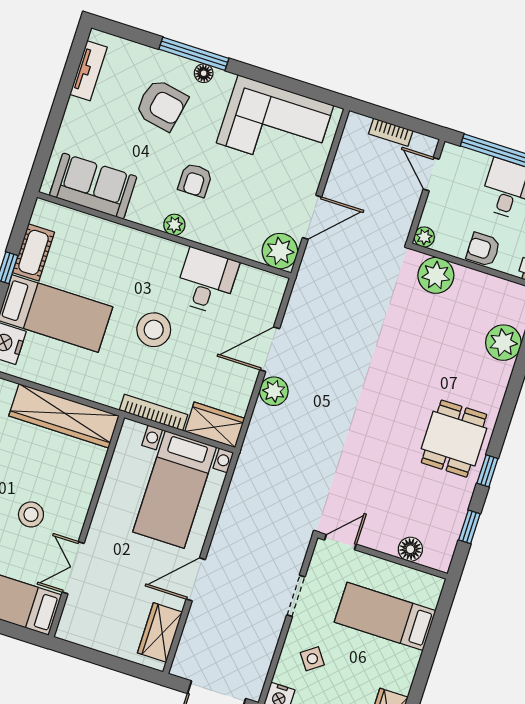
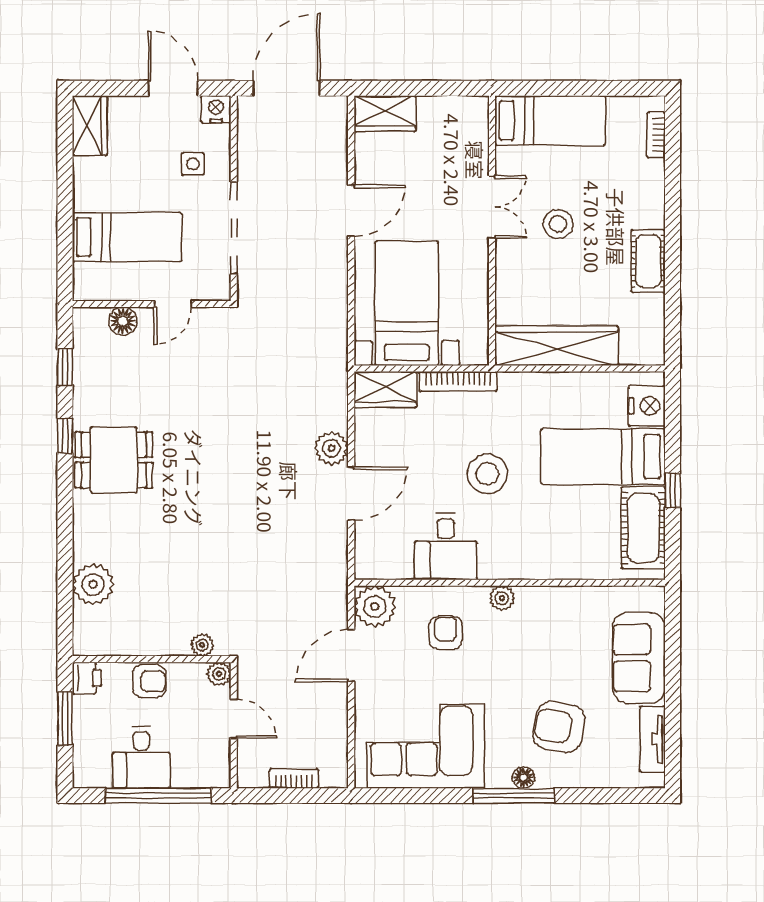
window: (194, 54) -> (514, 796), moved
door: (431, 174) -> (234, 719), moved
armchair: (195, 180) -> (446, 633), moved
sofa: (93, 186) -> (639, 658), moved, turned 90
cot: (34, 252) -> (643, 528), width x1.37, depth x1.34
plant: (436, 275) -> (202, 645), width x0.53, depth x0.53
dining table: (454, 439) -> (114, 460), turned 90
door: (340, 542) -> (173, 304), moved
double door: (73, 568) -> (492, 207), moved
doorway: (296, 596) -> (234, 228), width x1.88
wardrobe: (160, 632) -> (385, 113), moved, turned 90
side table: (312, 659) -> (193, 164), turned 36

